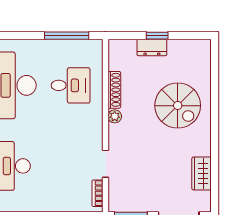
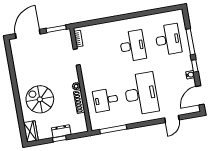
wardrobe: (202, 173) -> (31, 131), moved

